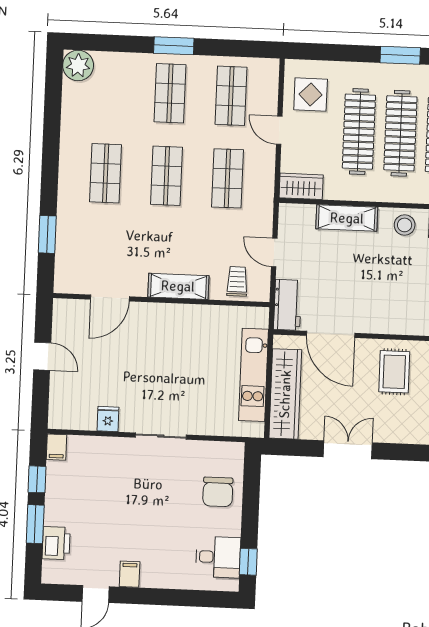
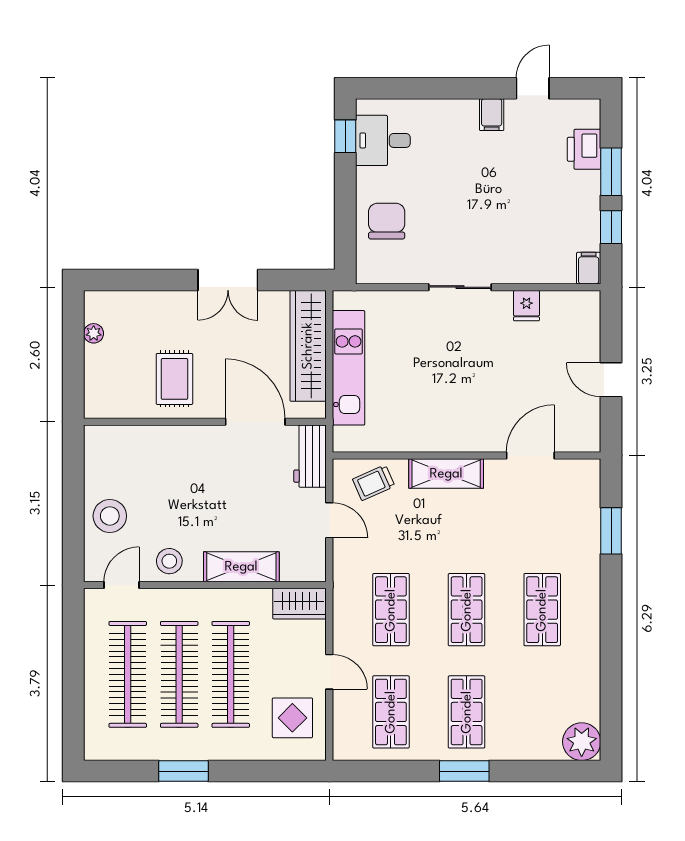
trolley: (237, 281) -> (374, 483), turned 66

